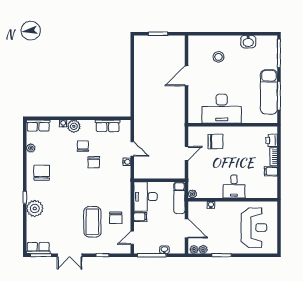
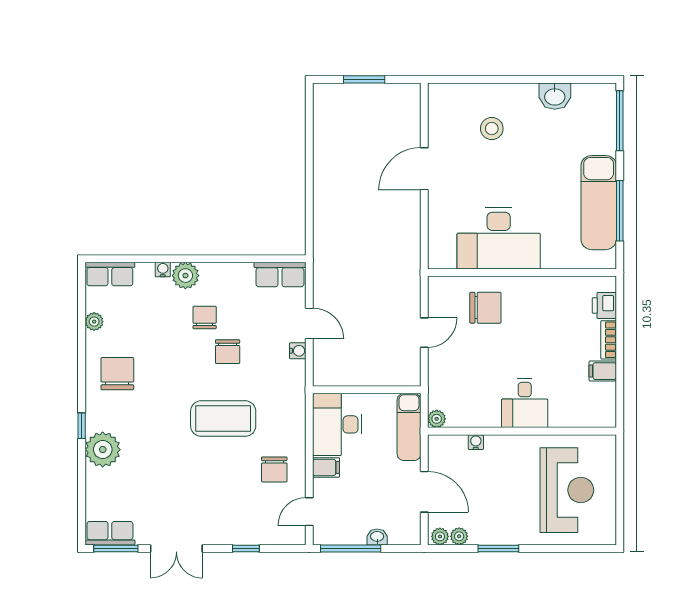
row of seats: (108, 126) -> (280, 275), moved
coffee table: (92, 222) -> (223, 419), moved, turned 90

